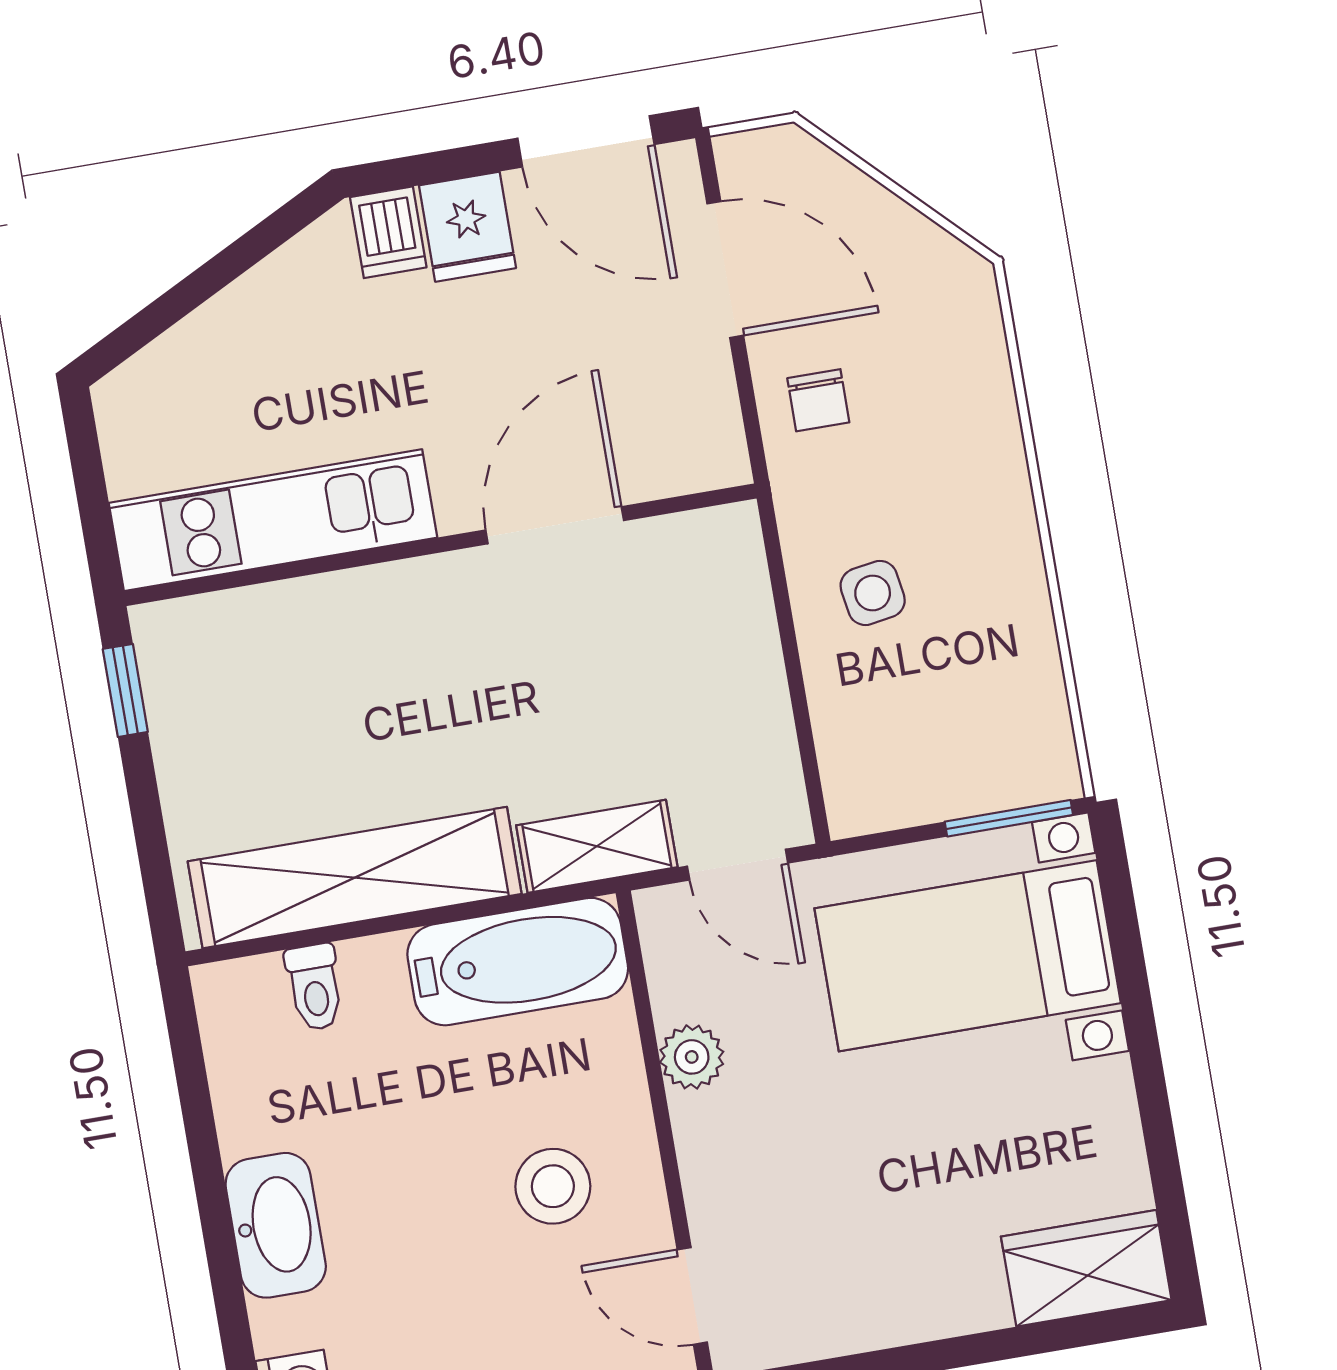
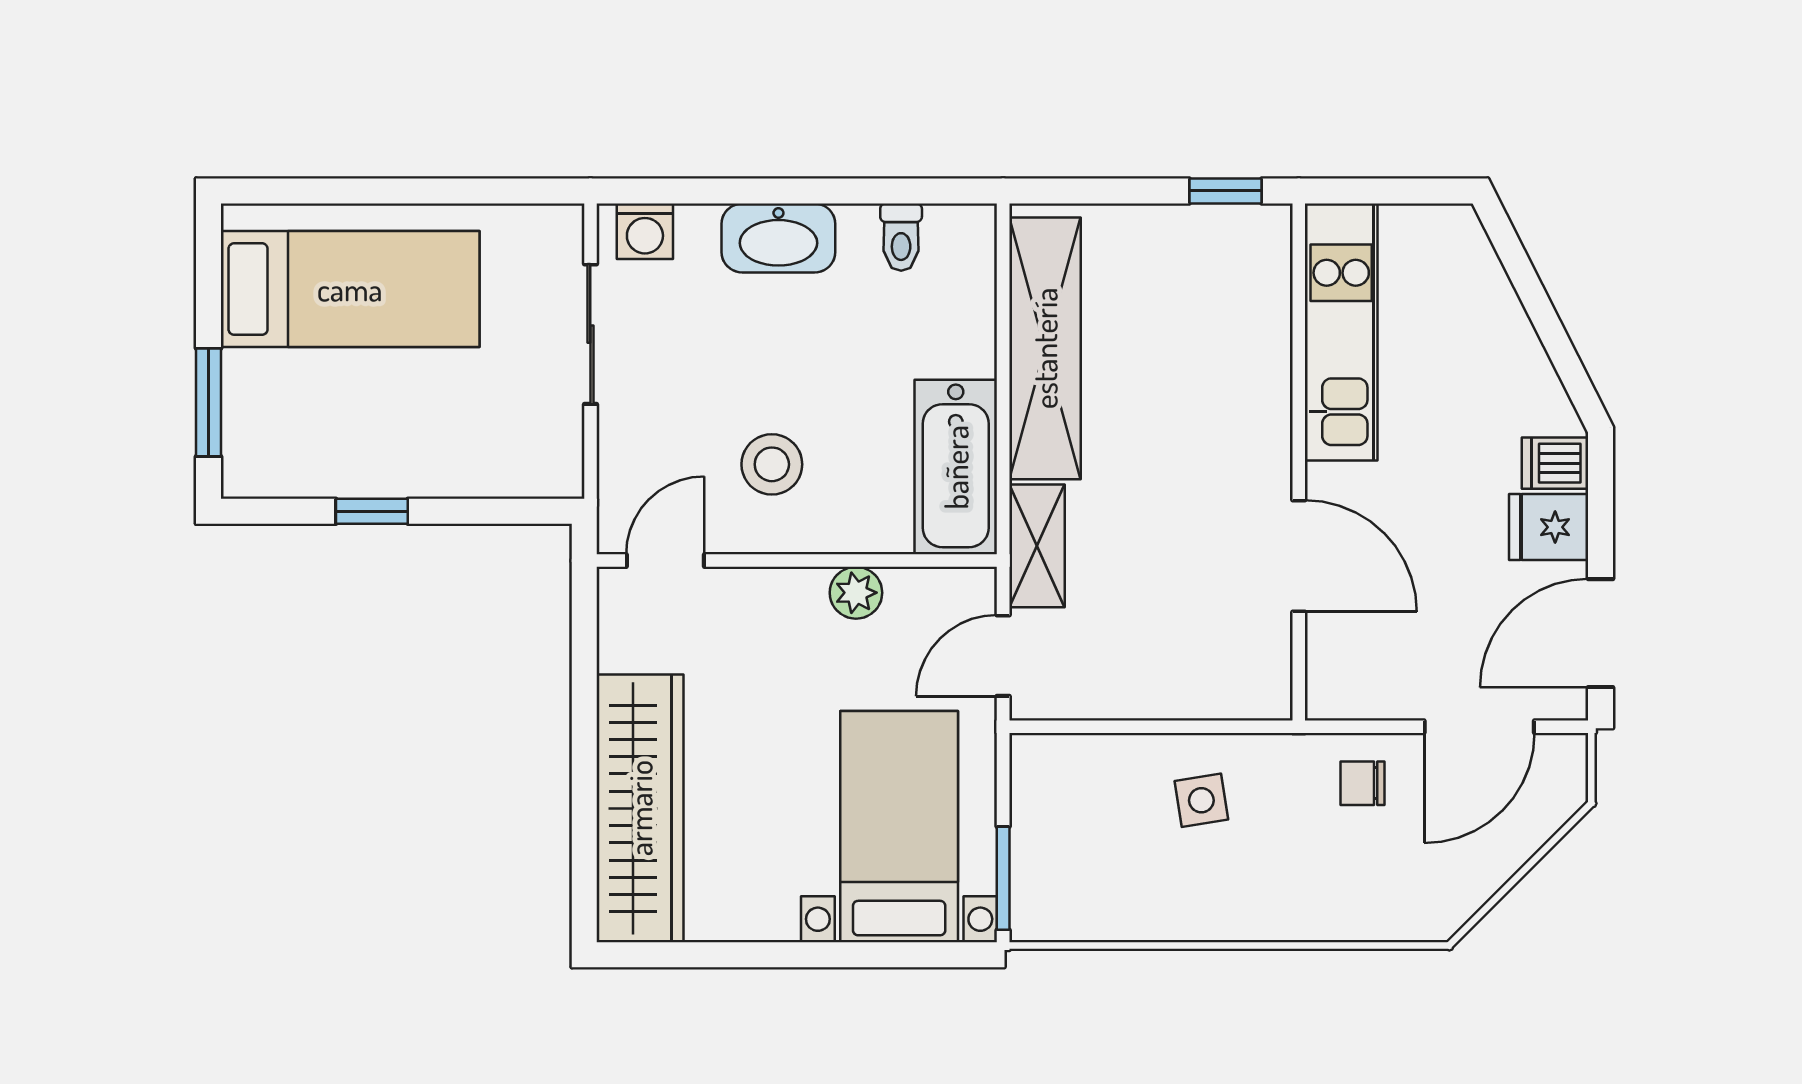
toilet: (315, 987) -> (901, 237), moved, turned -90
wardrobe: (1086, 1268) -> (640, 808), width x2.10, depth x1.17

